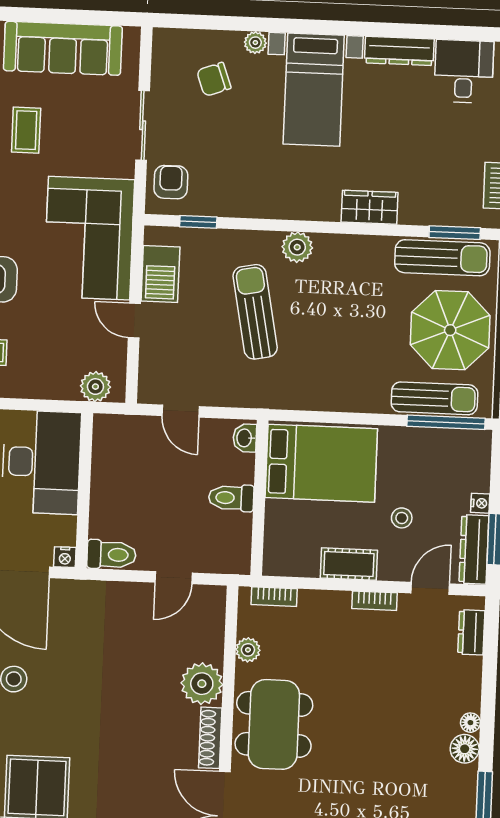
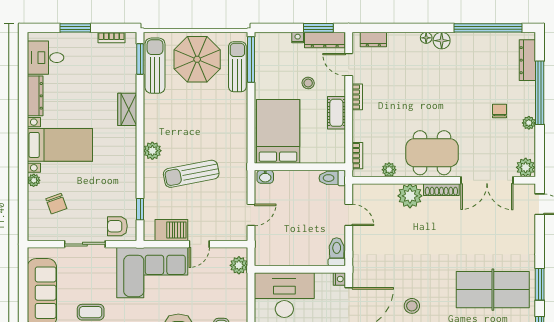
toilet: (231, 498) -> (332, 178), moved, turned 90

